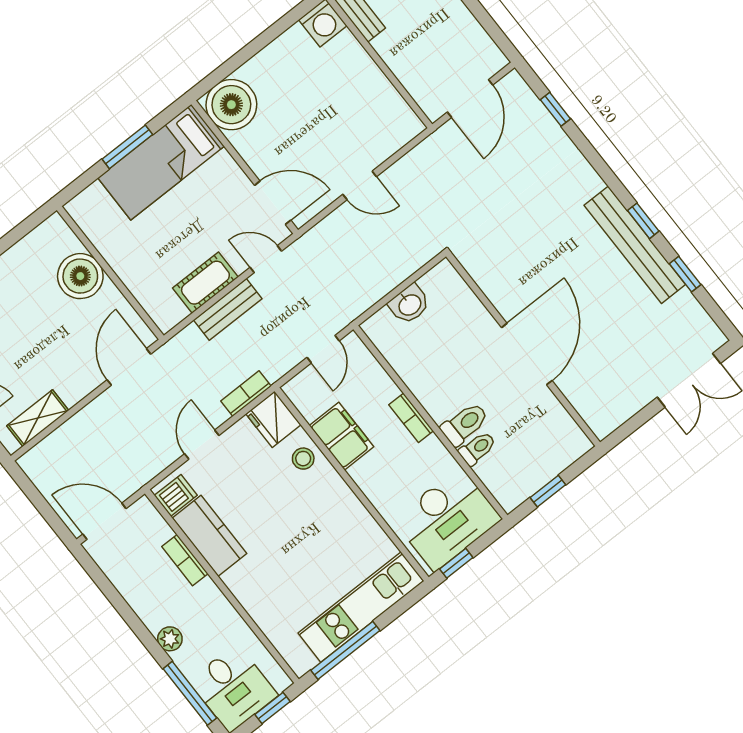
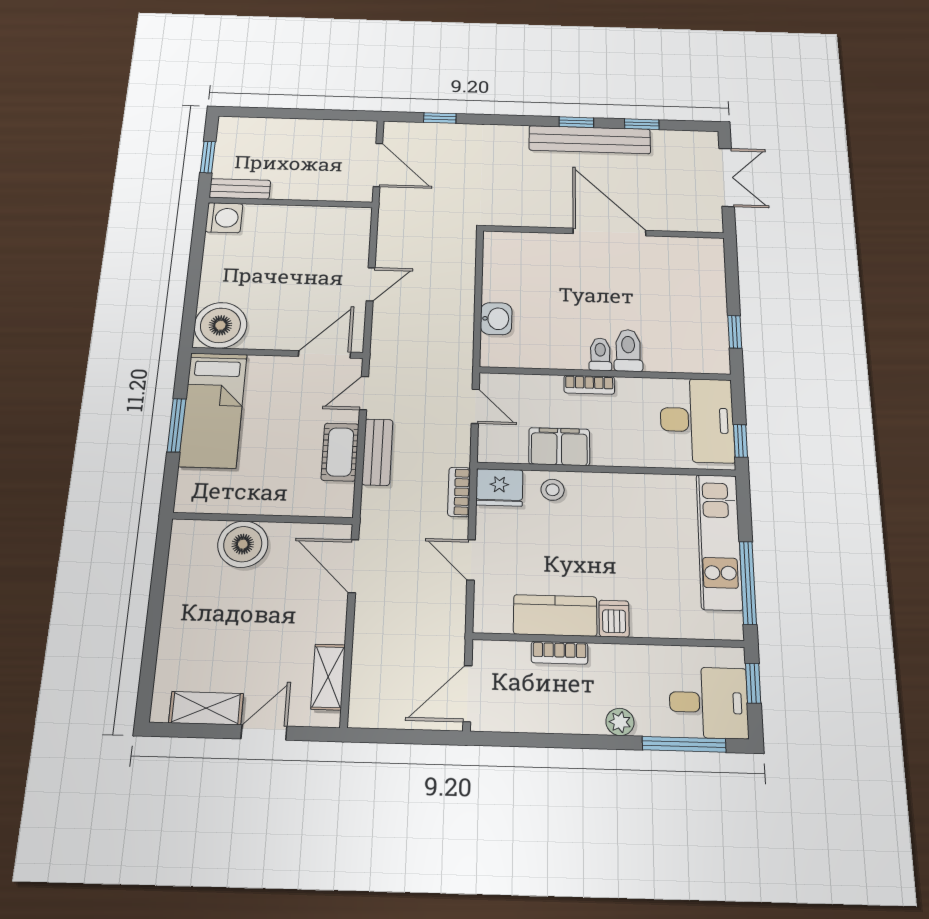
wall: (523, 349) -> (603, 232), moved
door: (527, 354) -> (609, 232), moved
toilet: (477, 448) -> (600, 354), moved
dishwasher: (176, 495) -> (614, 619), moved

